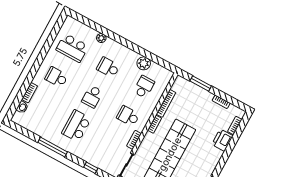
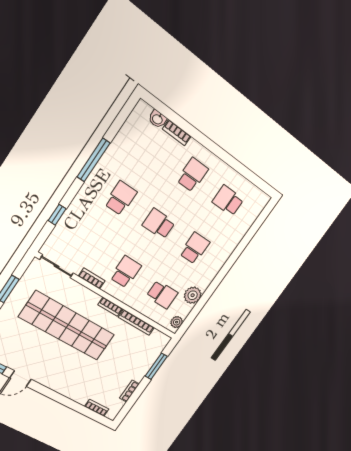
plant: (101, 38) -> (177, 322), moved
school desk: (72, 48) -> (228, 201), width x0.54
school desk: (76, 126) -> (121, 198), width x0.54
printer: (222, 140) -> (79, 393), removed

